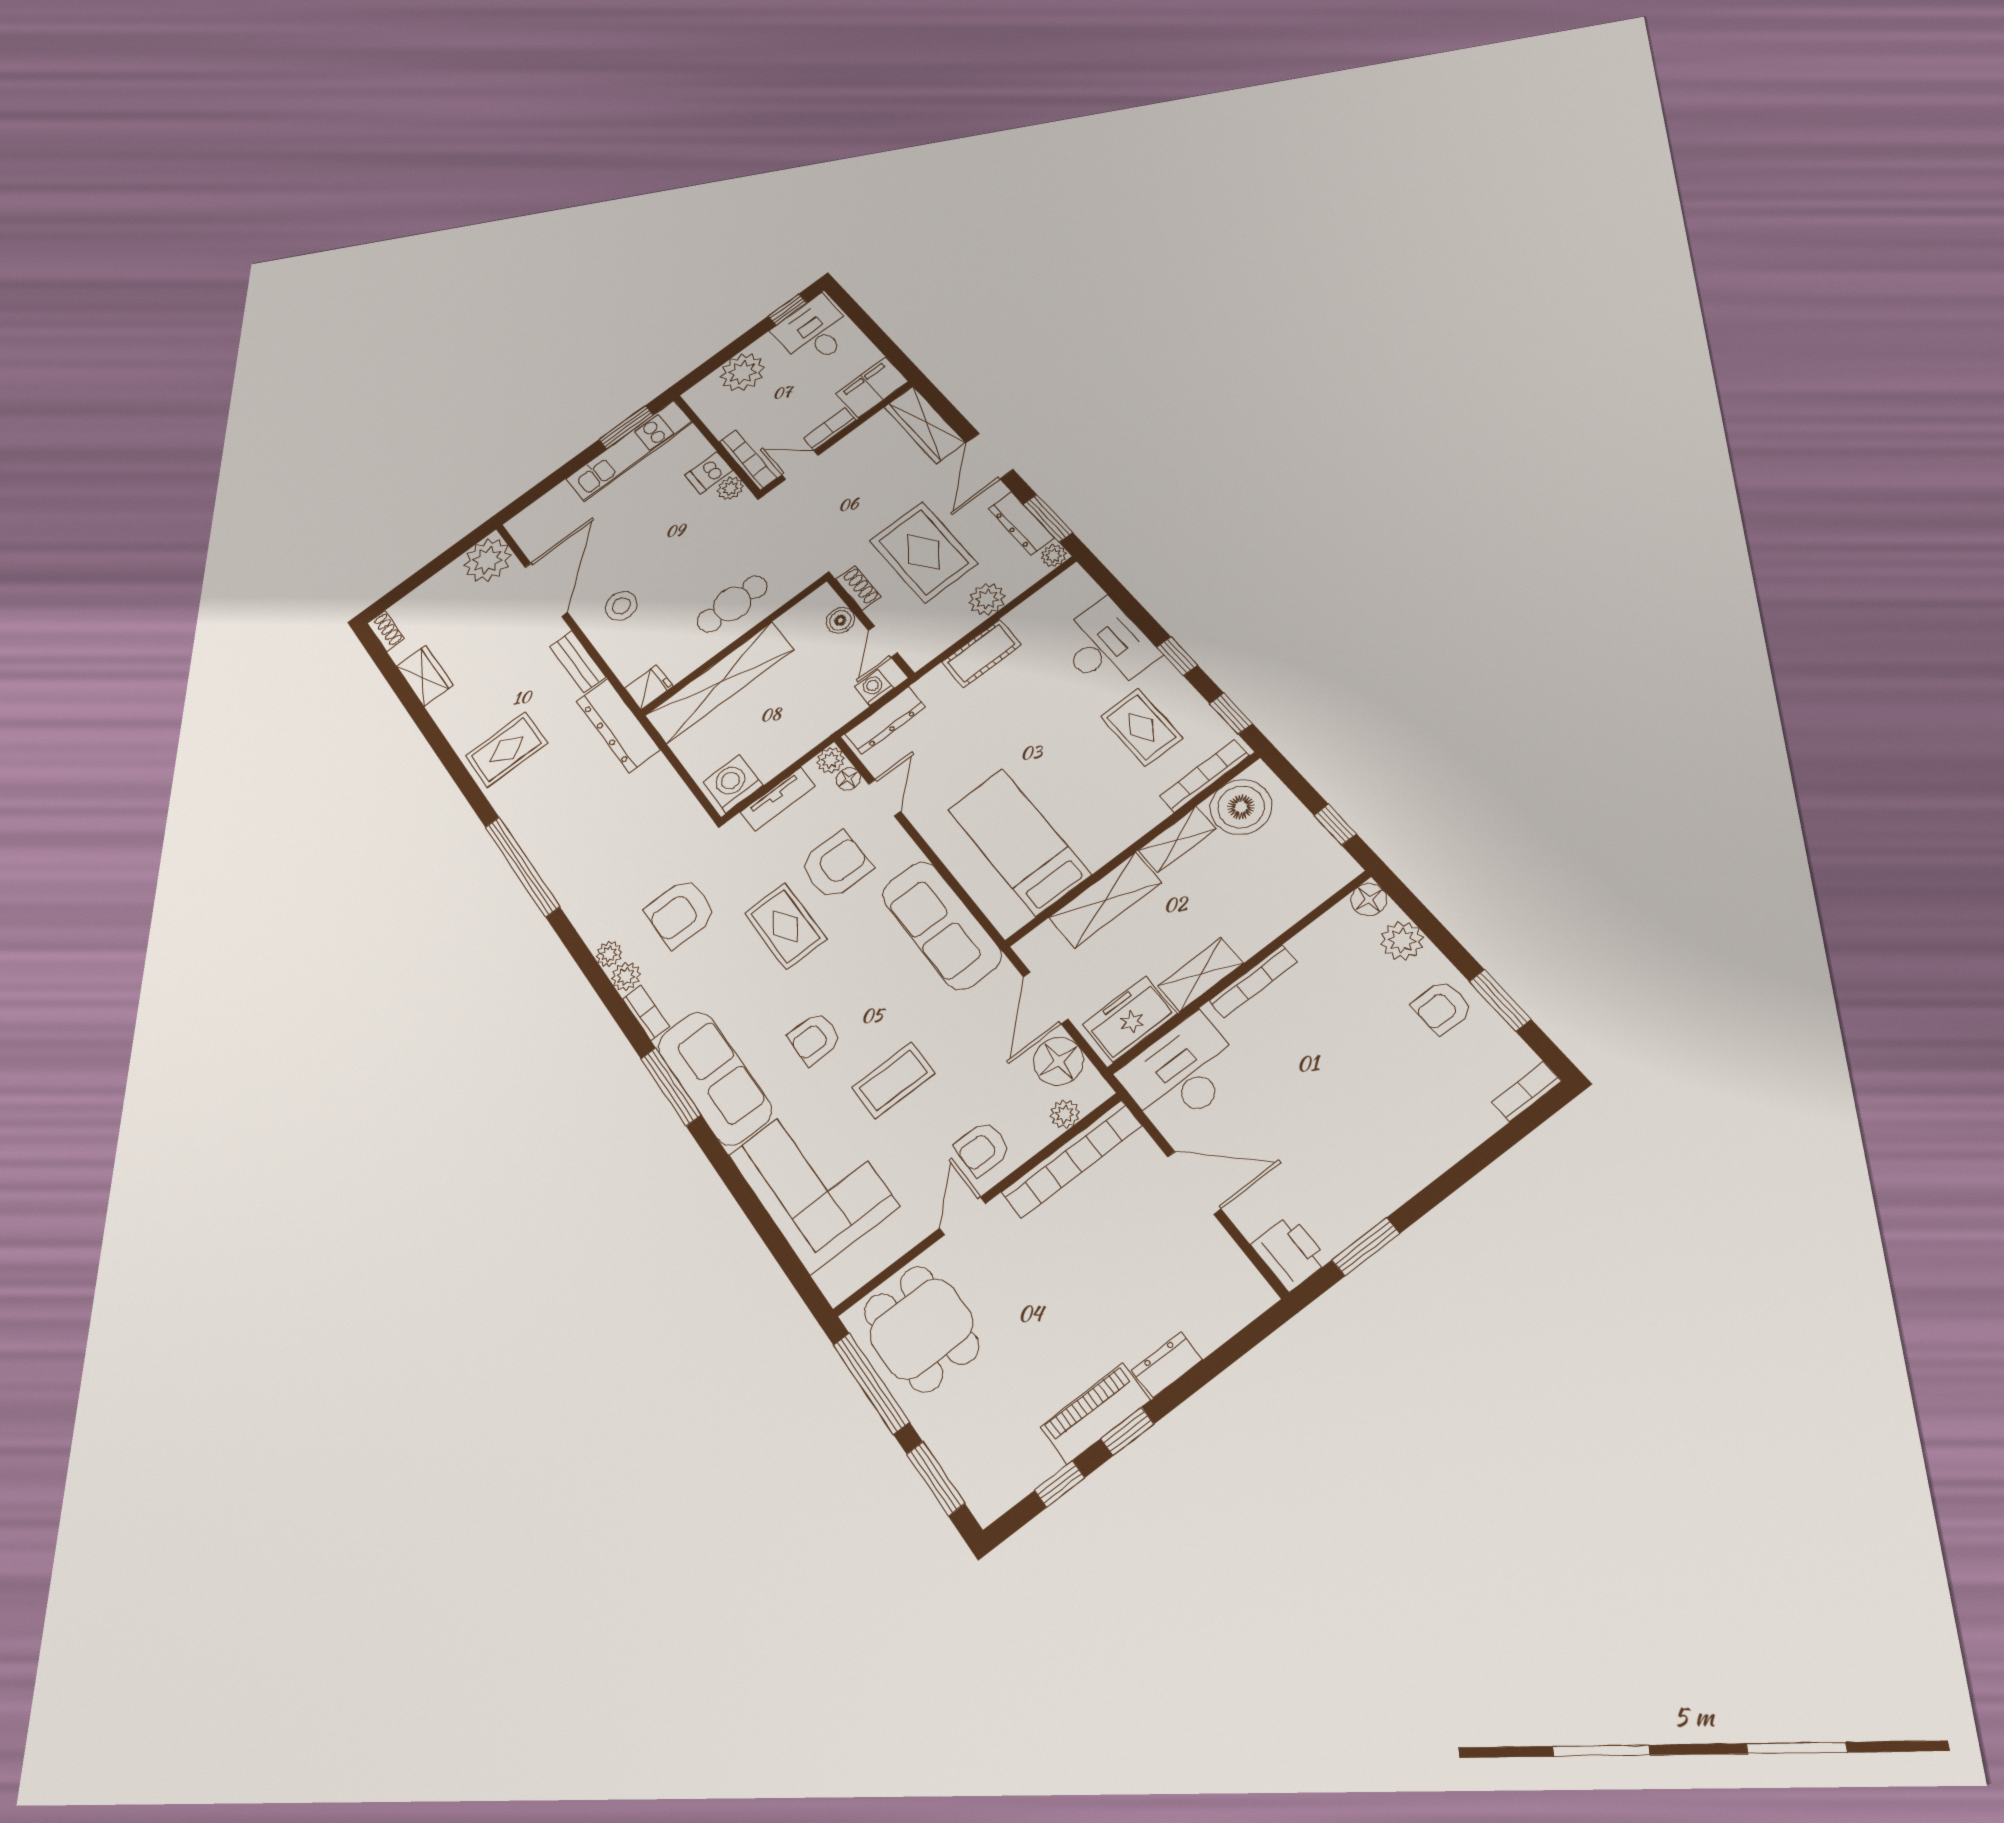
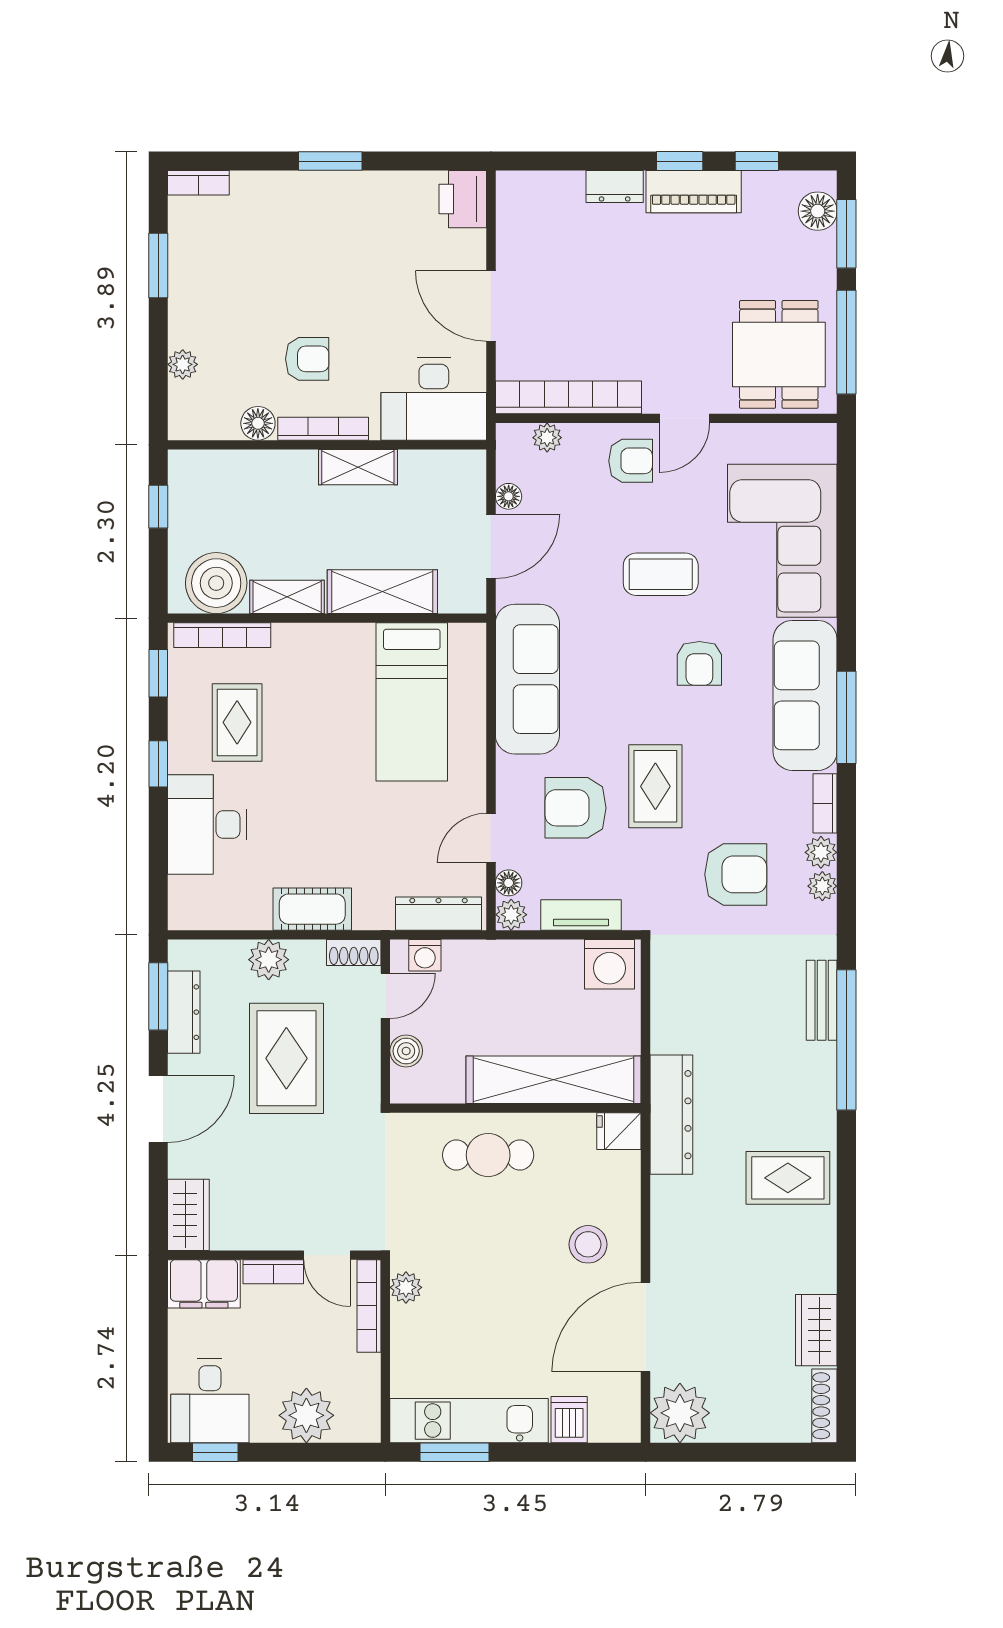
wardrobe: (924, 425) -> (188, 1215), width x0.67
dishwasher: (709, 473) -> (569, 1420), moved, turned -90
plant: (1054, 556) -> (182, 954), removed
shoe rack: (858, 588) -> (354, 953), moved, turned -90
shoe rack: (386, 631) -> (824, 1406), width x1.43
bench: (578, 661) -> (822, 1000), moved
floor lamp: (1369, 900) -> (258, 423), moved
plant: (1402, 941) -> (183, 364), width x0.73, depth x0.73
armchair: (1442, 1007) -> (307, 359), moved
freezer: (1130, 1019) -> (440, 475), removed
armchair: (815, 1038) -> (699, 663), turned 90
floor lamp: (1058, 1061) -> (509, 496), width x0.53, depth x0.53
window: (1366, 1247) -> (330, 161), moved
floor lamp: (975, 1480) -> (818, 211), added

